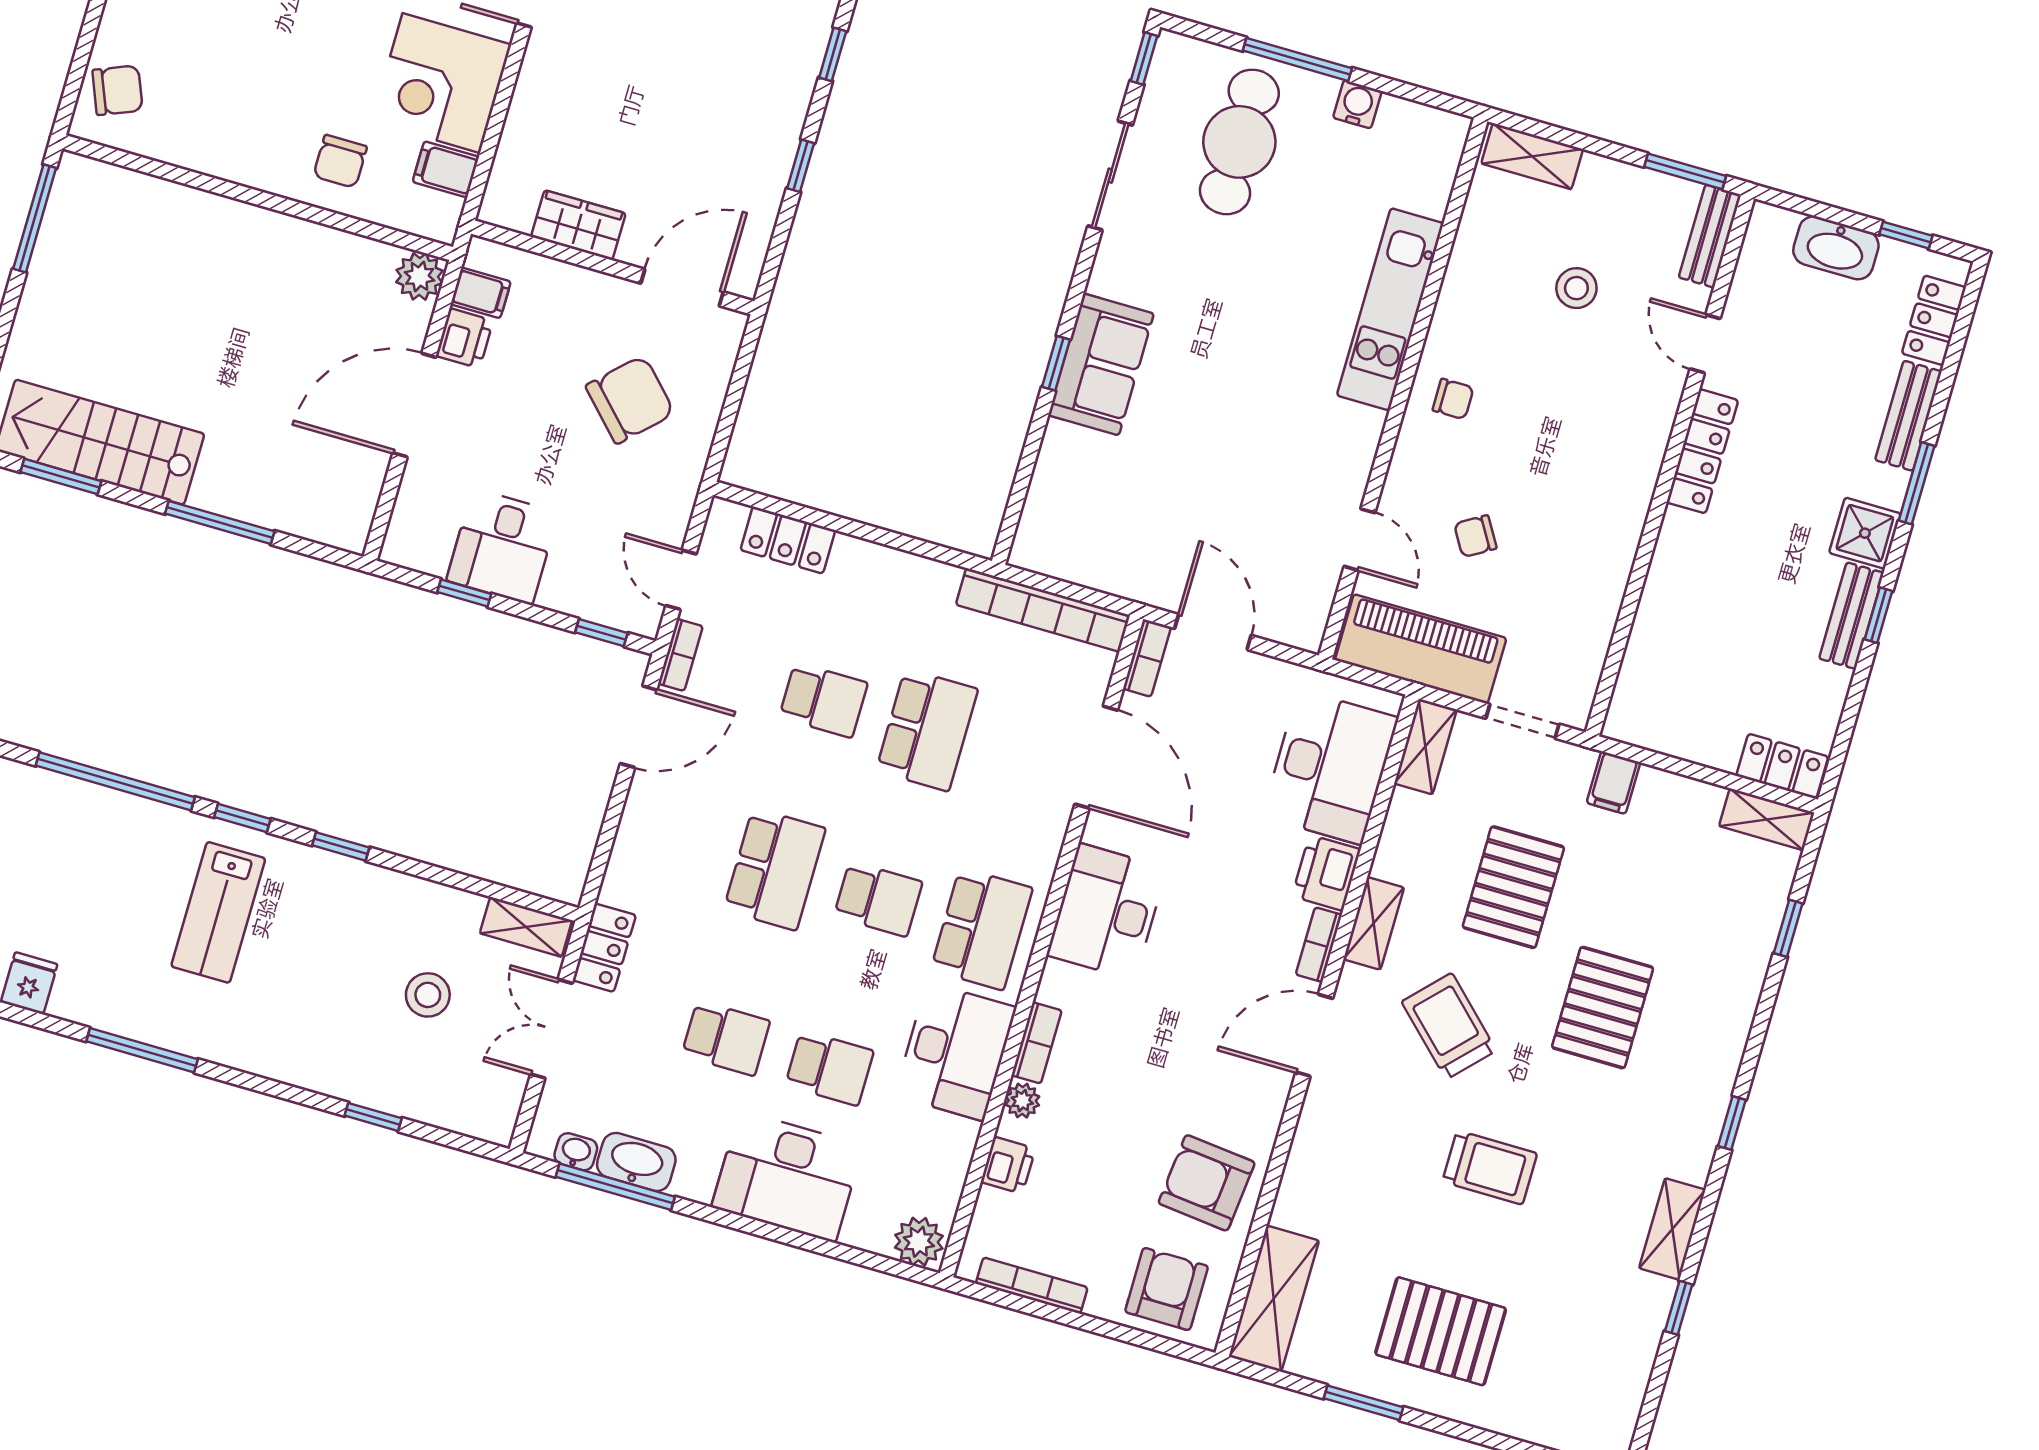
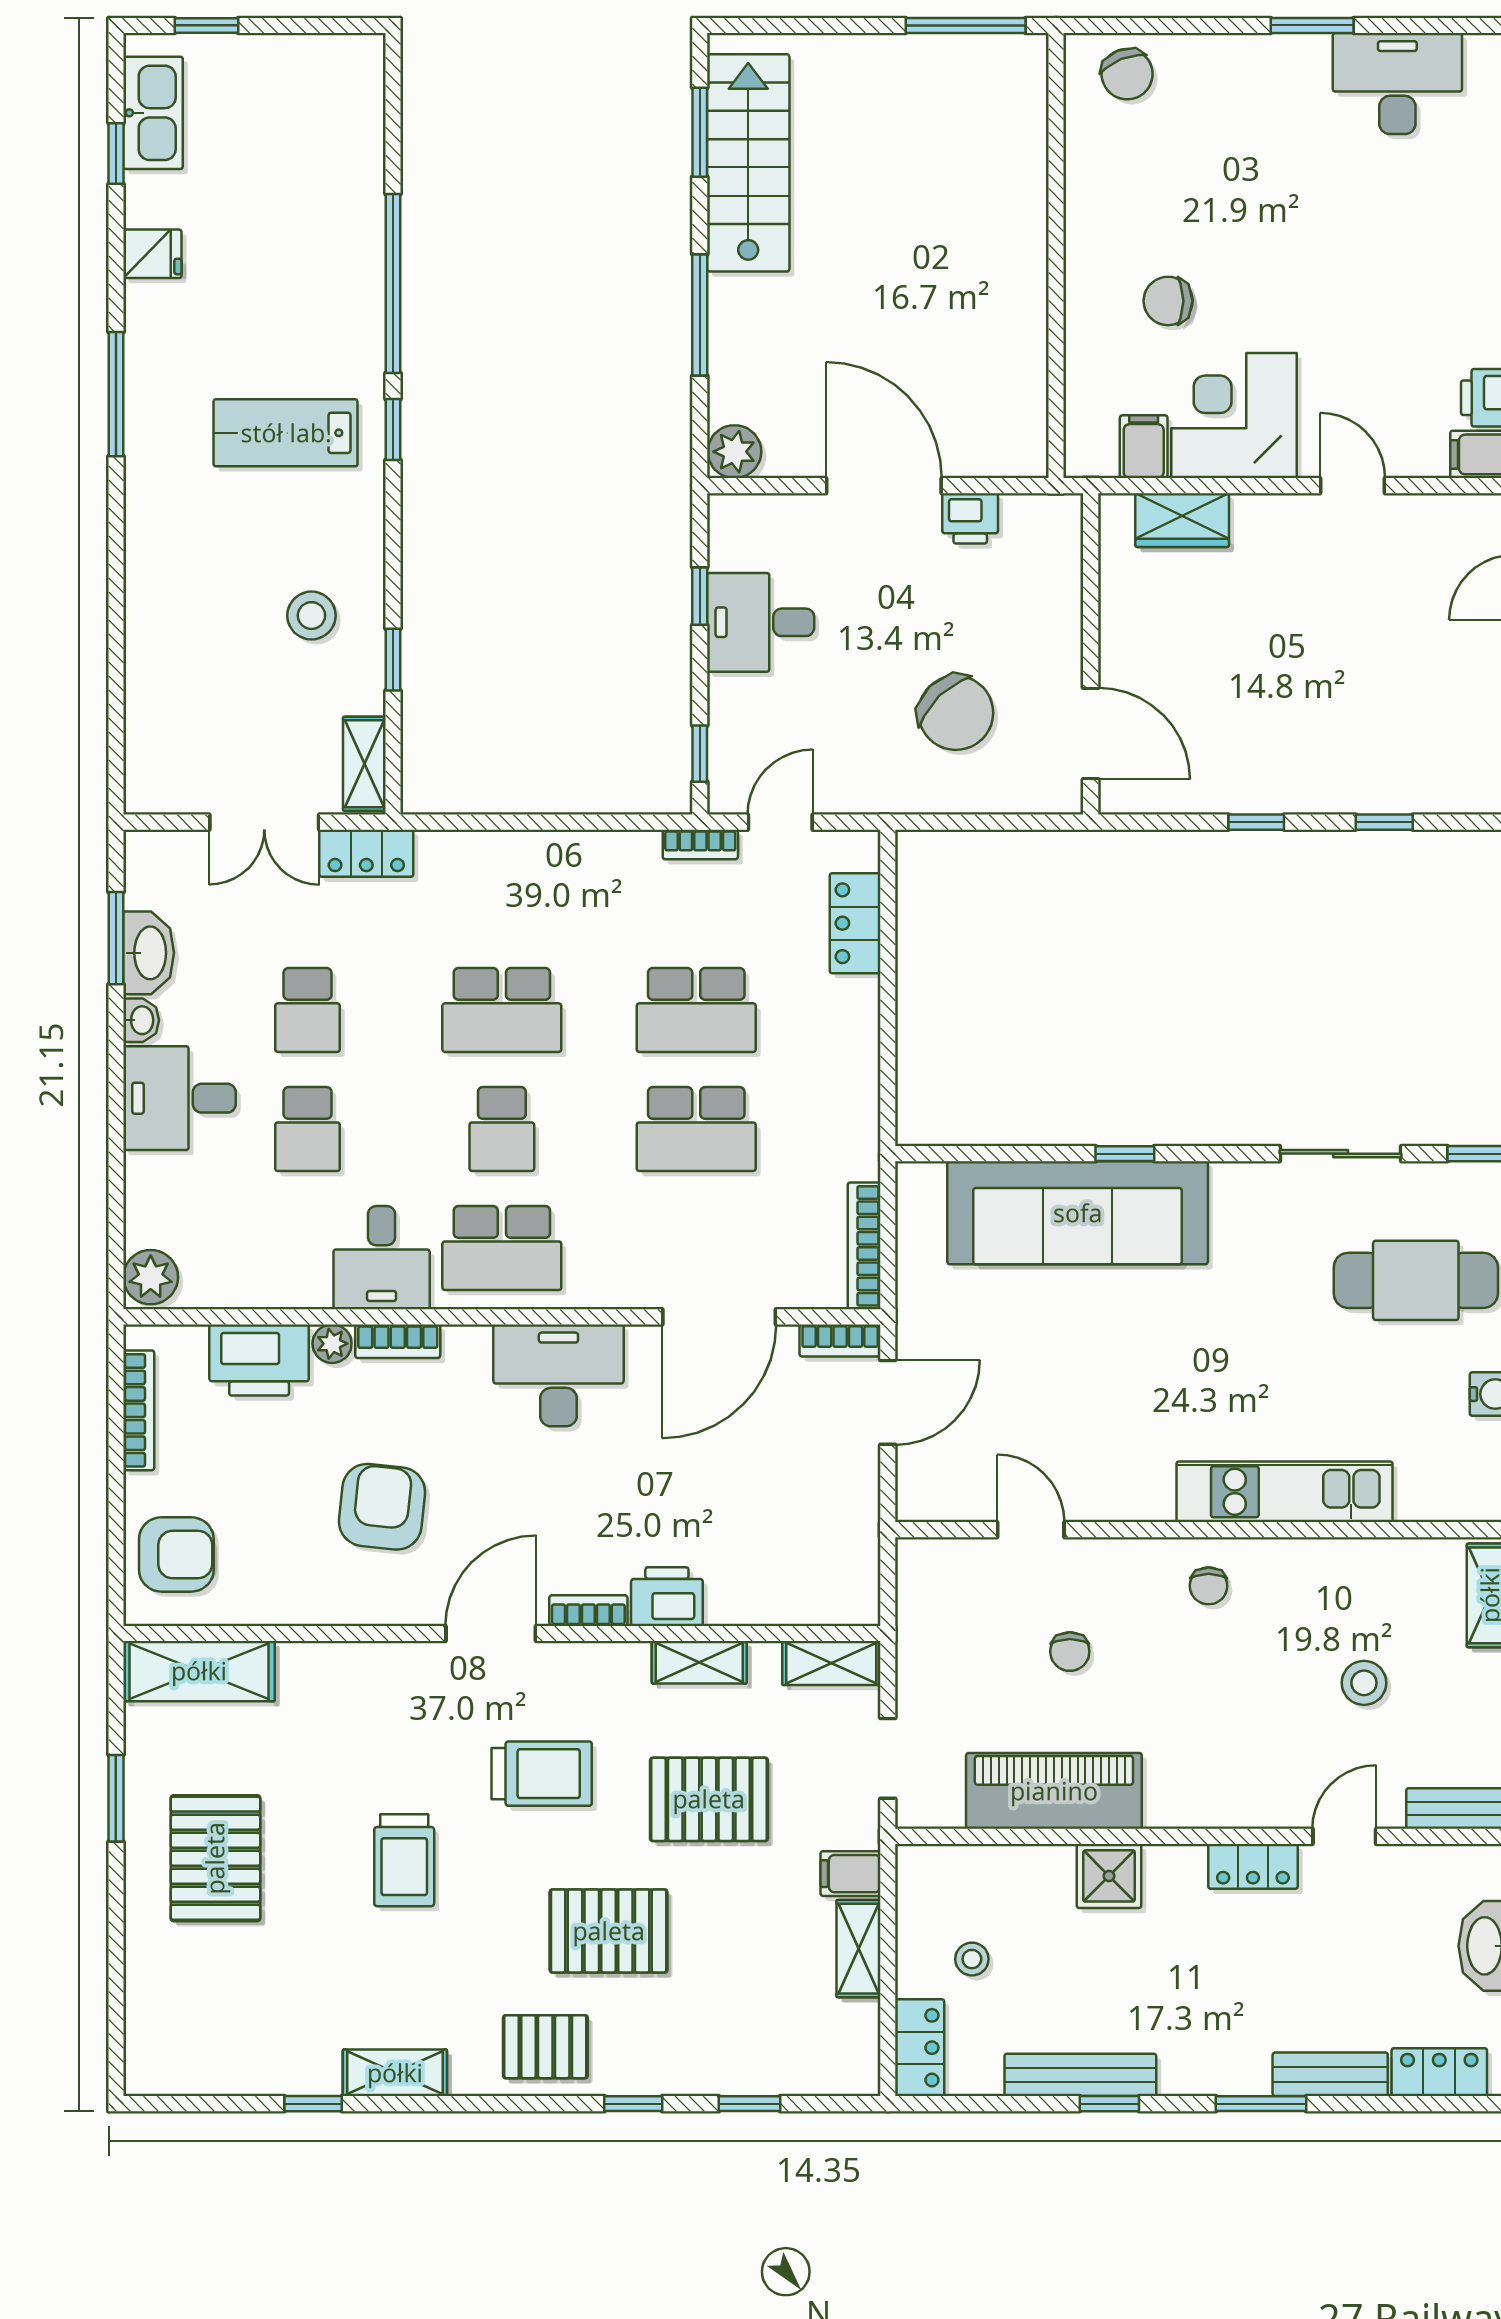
chair: (340, 161) -> (1168, 301), moved
wardrobe: (578, 225) -> (1182, 520), moved, turned 90
plant: (420, 276) -> (734, 452), moved
filing cabinet: (481, 293) -> (1023, 522), removed
sofa: (1101, 364) -> (1078, 1213), width x1.85, depth x1.27
locker: (1702, 451) -> (1253, 1866), width x0.66
shower: (1865, 533) -> (1109, 1876), moved
chair: (1475, 536) -> (1070, 1652), turned -149
door: (1359, 540) -> (1031, 1530), swing flipped
bookcase: (1043, 610) -> (864, 1246), width x0.68, depth x0.76
bench: (1851, 616) -> (1080, 2075), width x1.36
piano: (1421, 649) -> (1054, 1791), moved, turned -90
stool: (1718, 699) -> (972, 1959), added
school desk: (823, 700) -> (696, 1010), width x1.85
door: (639, 727) -> (611, 822), removed
desk: (1330, 767) -> (780, 1568), removed
shelving: (1767, 819) -> (858, 1949), moved
window: (341, 846) -> (393, 660), moved
shelving: (1374, 923) -> (699, 1662), moved
stool: (428, 995) -> (311, 616), moved
trolley: (1449, 1026) -> (542, 1774), turned 46
double door: (552, 1029) -> (264, 822), swing flipped
door: (1314, 1035) -> (491, 1634), hinge flipped
desk: (955, 1052) -> (382, 1258), width x0.73
pallet: (1687, 1092) -> (545, 2047), added
window: (373, 1117) -> (116, 660), removed
window: (1732, 1123) -> (633, 2104), moved
washbasin: (576, 1152) -> (141, 1020), moved
printer: (1008, 1165) -> (259, 1360), width x1.87, depth x1.48
desk: (787, 1177) -> (180, 1098), width x0.73
armchair: (1207, 1183) -> (382, 1507), moved
window: (615, 1187) -> (116, 938), width x0.69

